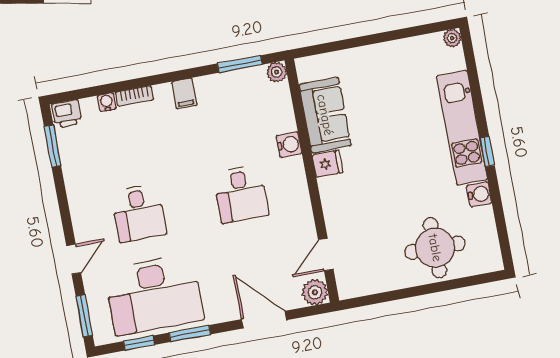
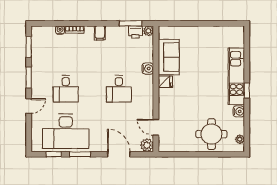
plant: (452, 38) -> (240, 139), moved
printer: (67, 114) -> (135, 32), moved
door: (326, 255) -> (156, 127), hinge flipped
window: (84, 316) -> (29, 78), moved

